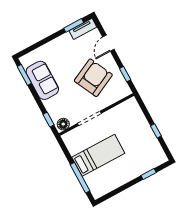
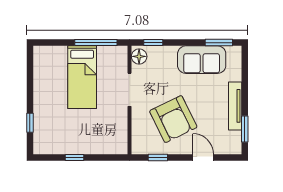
tv unit: (83, 29) -> (235, 106), moved, width x1.41
window: (80, 178) -> (96, 43), moved

